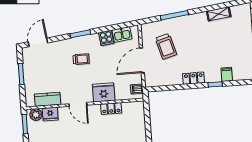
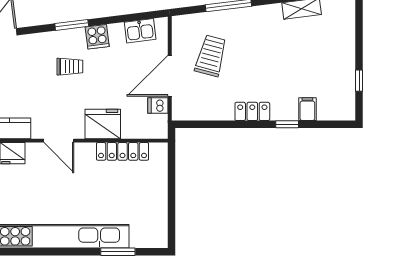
cooker: (106, 38) -> (97, 37), moved
trolley: (166, 46) -> (211, 56), turned -149
dishwasher: (137, 89) -> (158, 105), moved
locker: (111, 109) -> (123, 151), width x1.53

